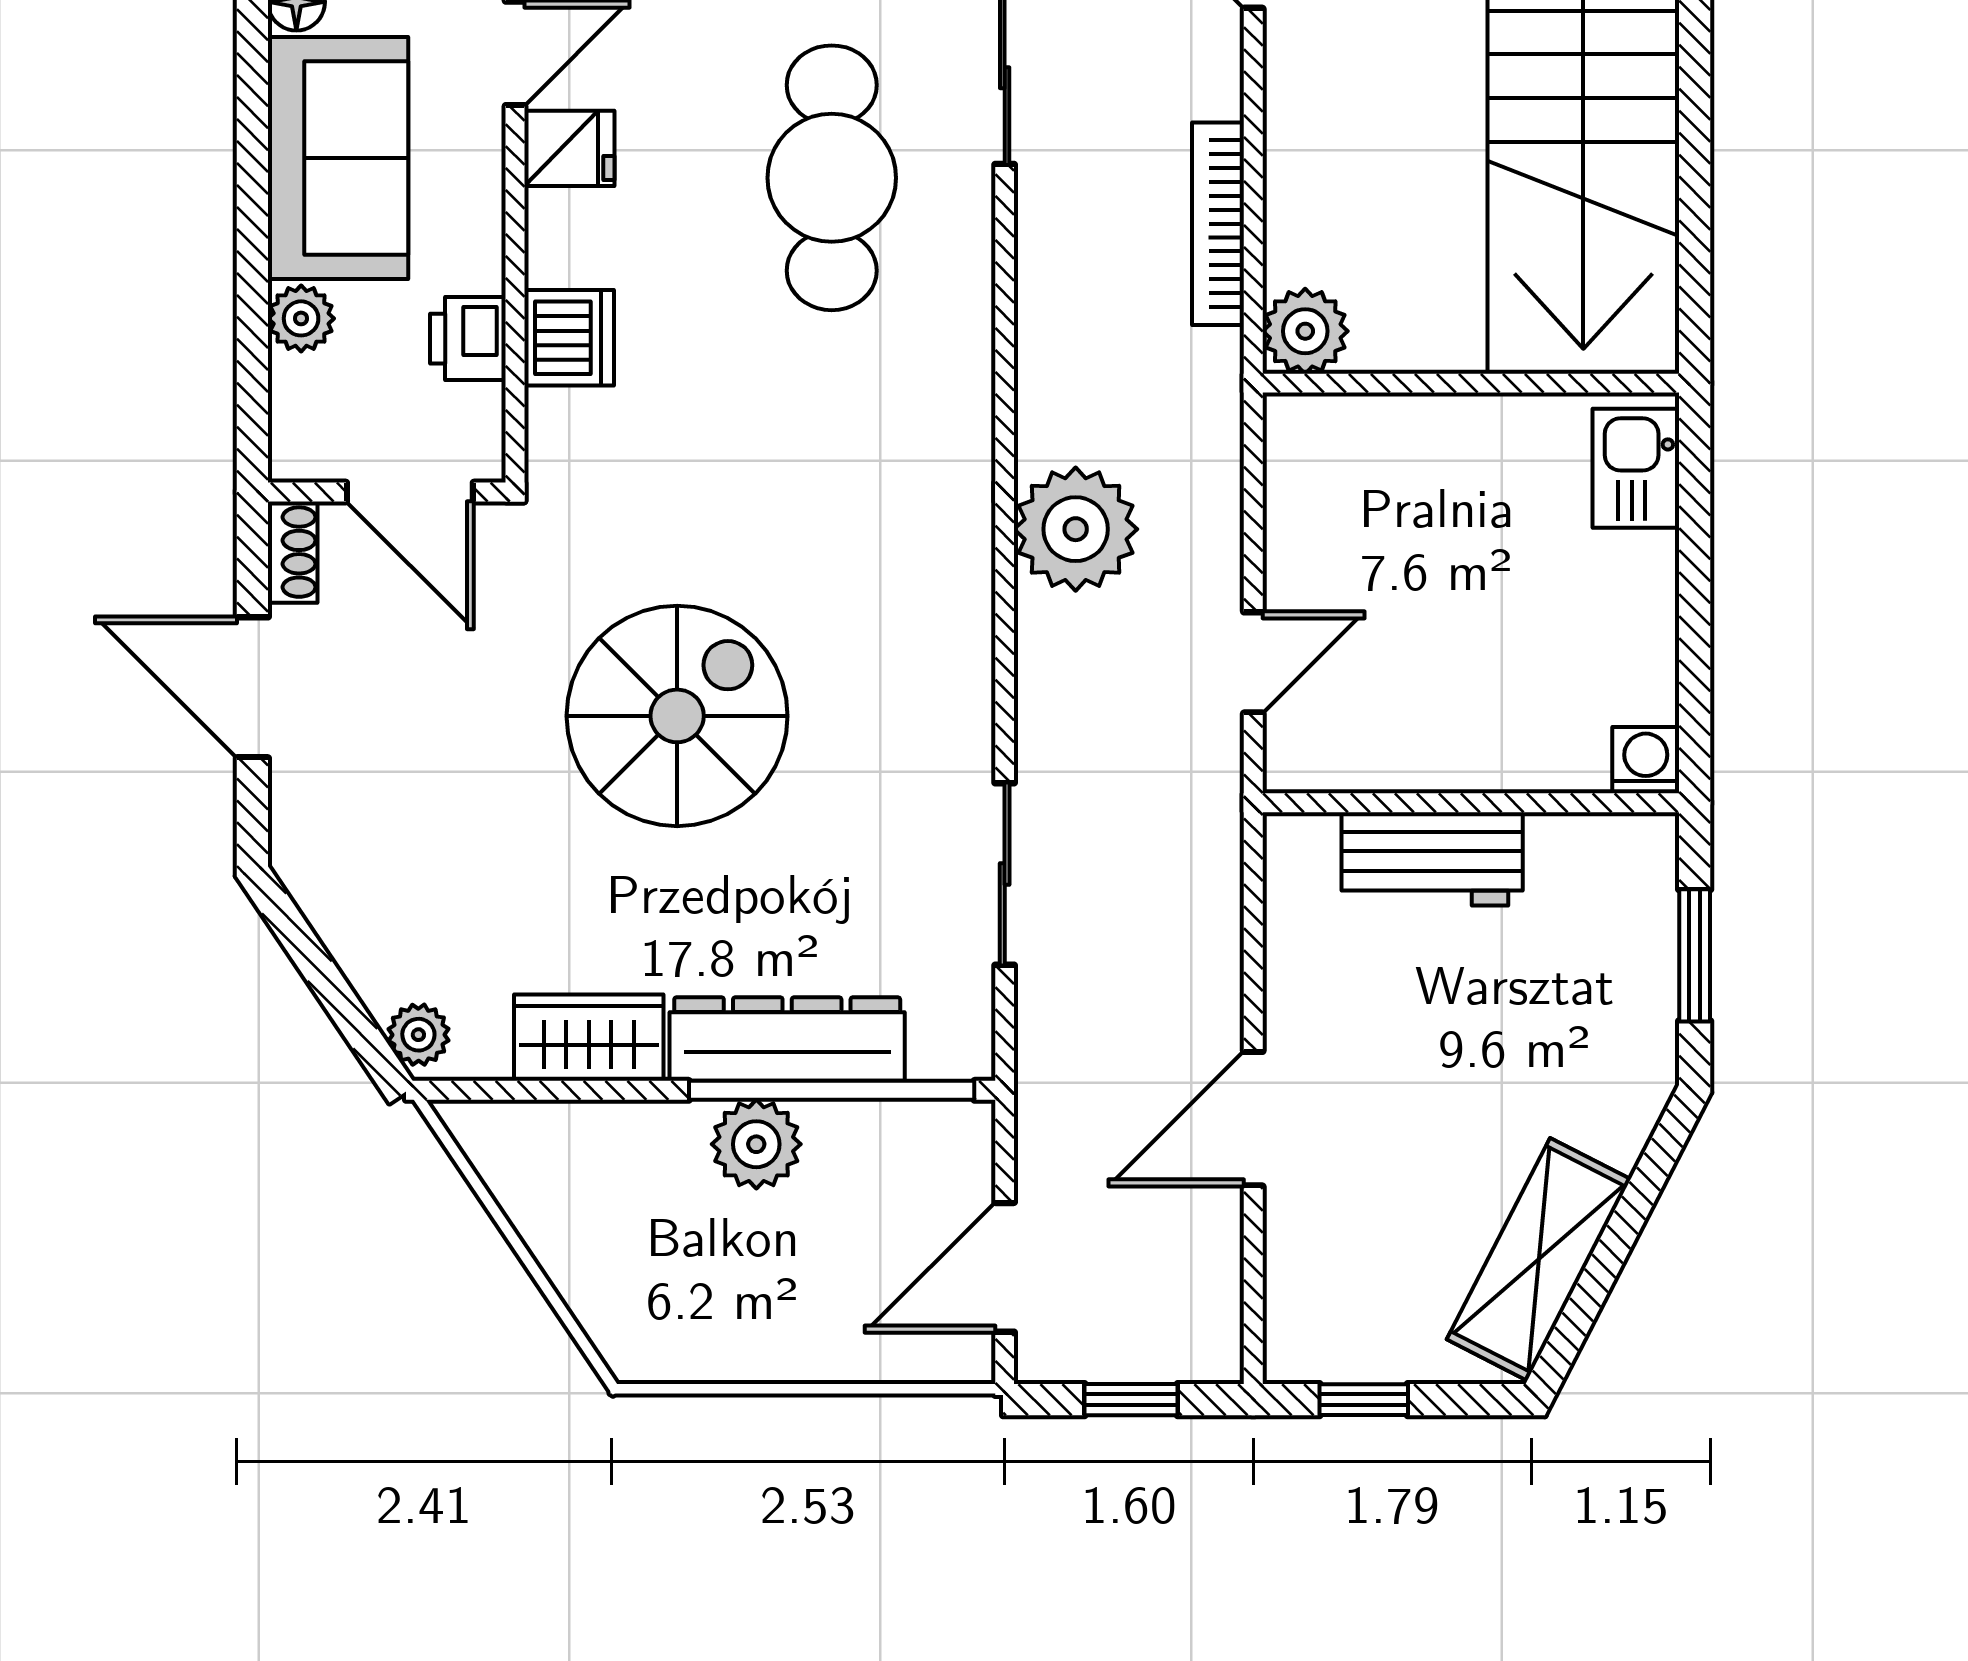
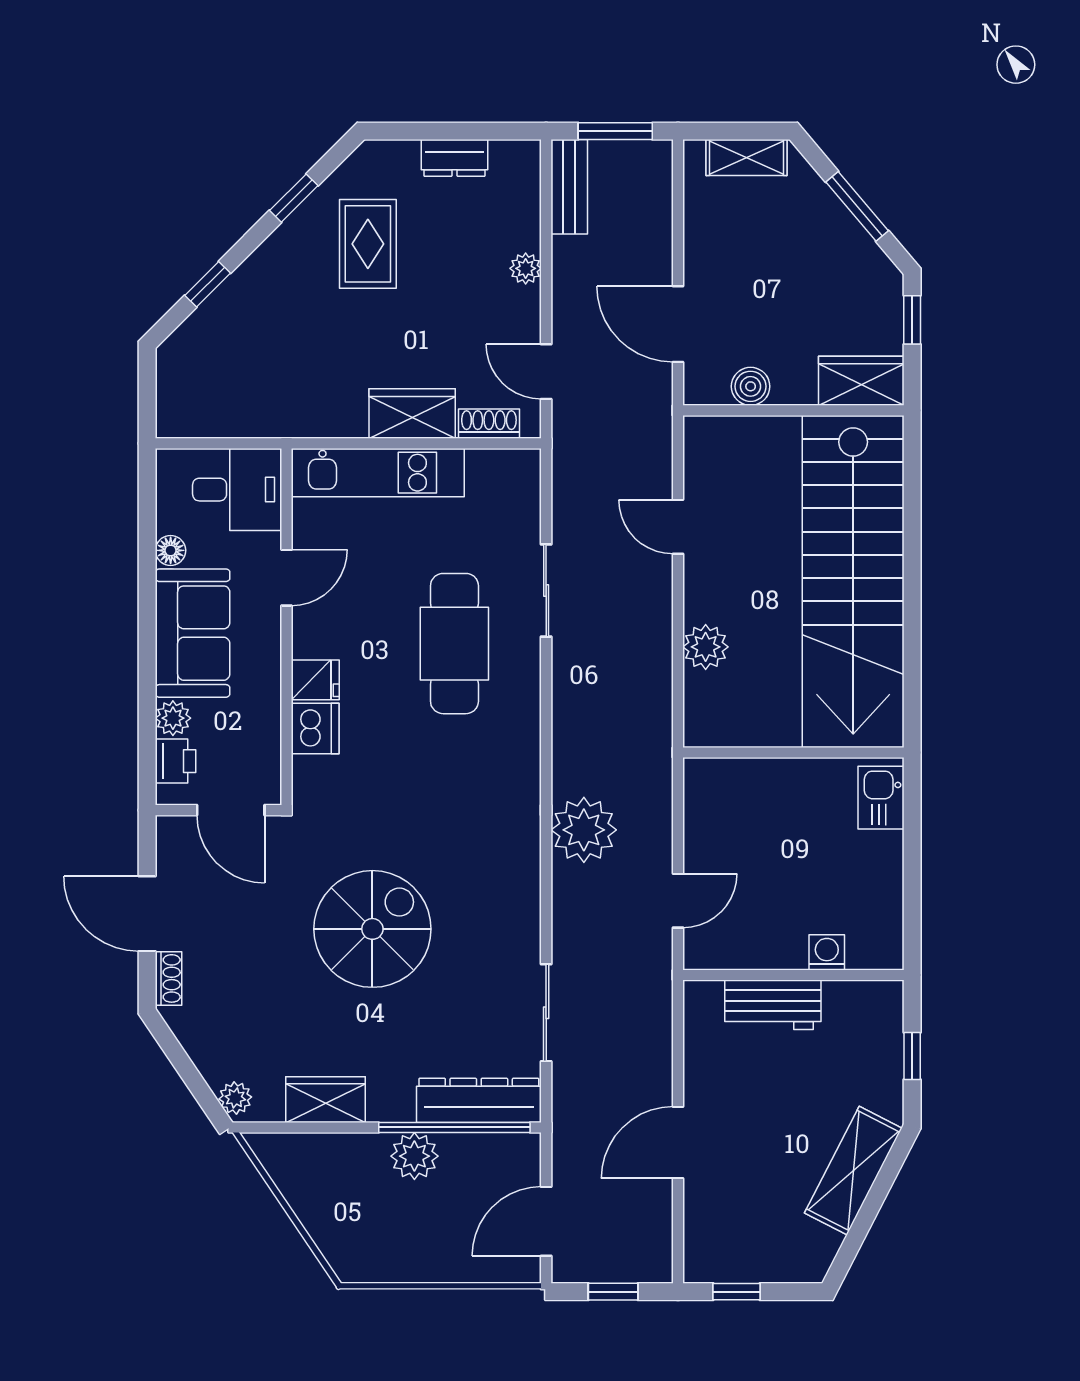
fridge: (569, 148) -> (315, 680), moved
bookcase: (1218, 224) -> (659, 668), removed
plant: (1305, 331) -> (706, 647), moved
printer: (468, 339) -> (175, 761), moved, turned 180
shoe rack: (293, 552) -> (169, 978), moved
washing machine: (1646, 760) -> (827, 952), moved
window: (1695, 955) -> (912, 1056), width x0.67
dresser: (787, 1039) -> (479, 1100), moved
shelving: (1539, 1259) -> (853, 1171), moved

